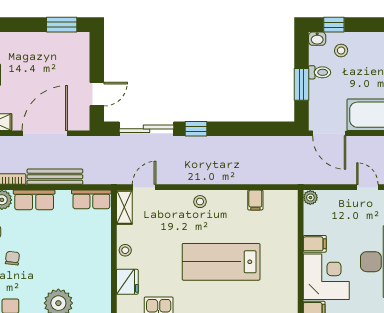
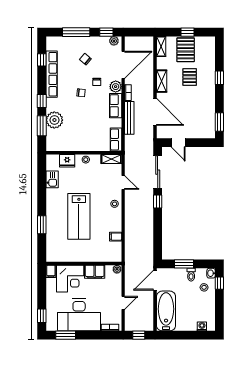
door: (144, 187) -> (123, 182), moved
filing cabinet: (315, 244) -> (95, 272), width x2.00
lab bench: (221, 262) -> (79, 216), turned 180

